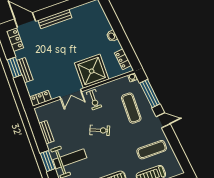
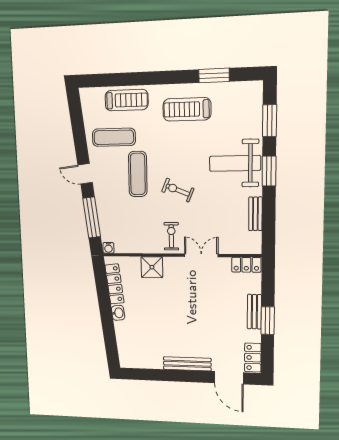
locker: (123, 59) -> (114, 284), width x1.53
shower: (92, 71) -> (152, 267), width x0.54, depth x0.54
exercise mat: (131, 108) -> (138, 174), moved

